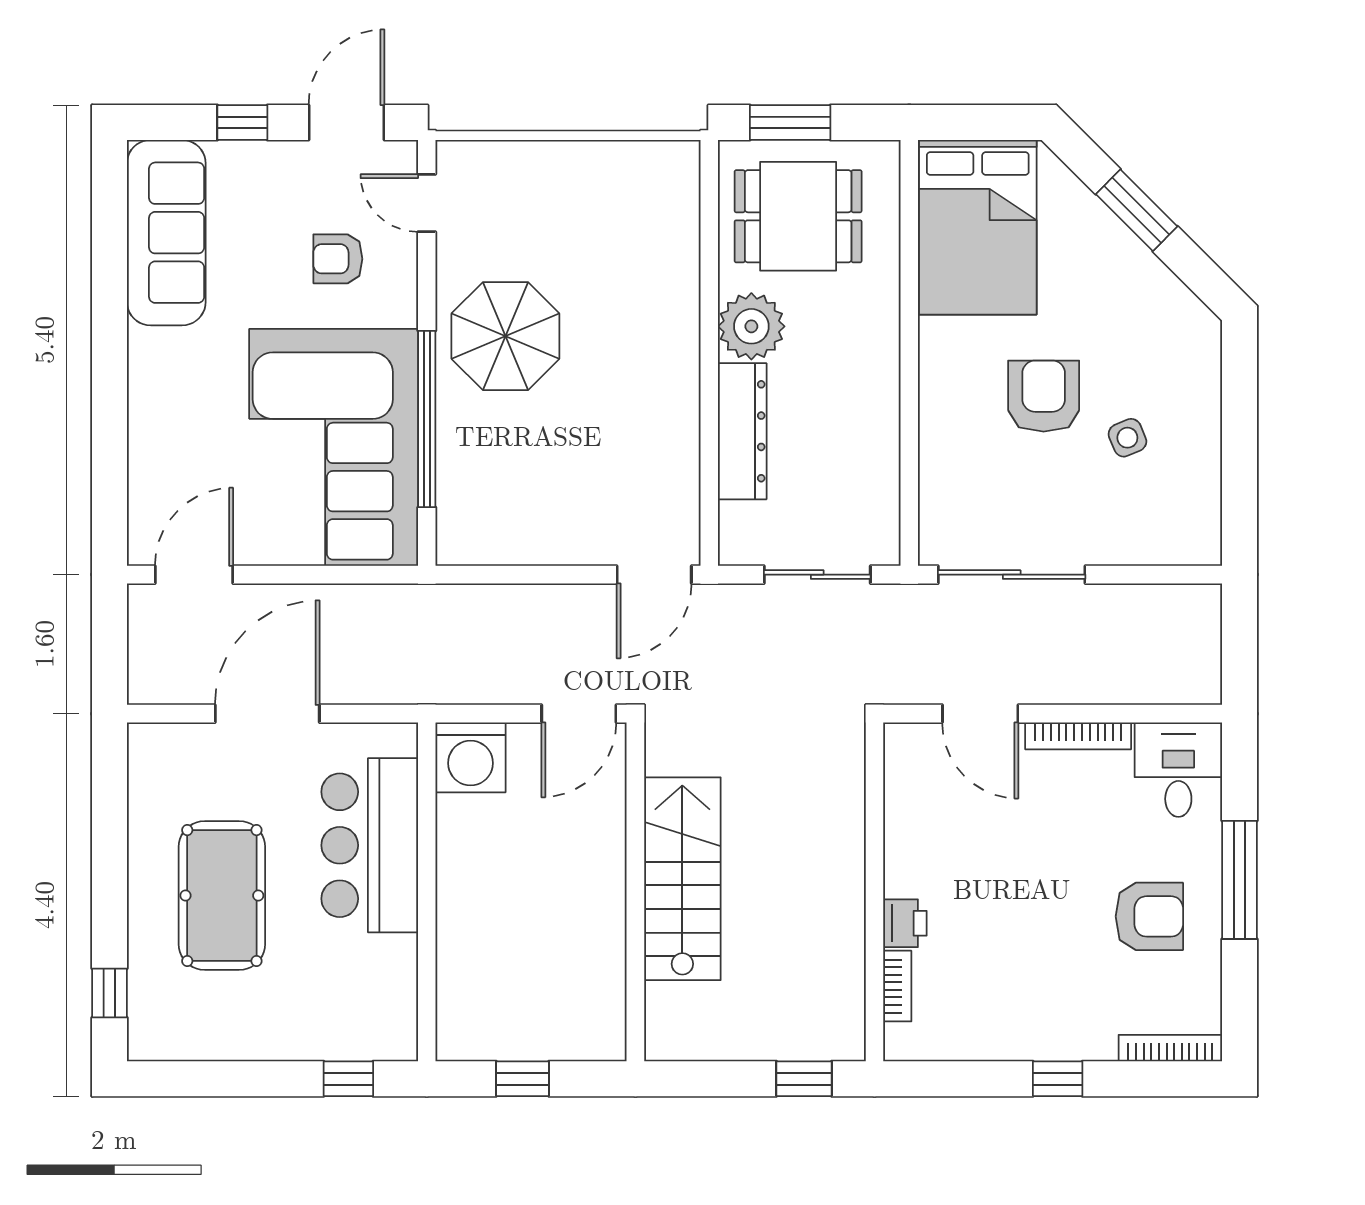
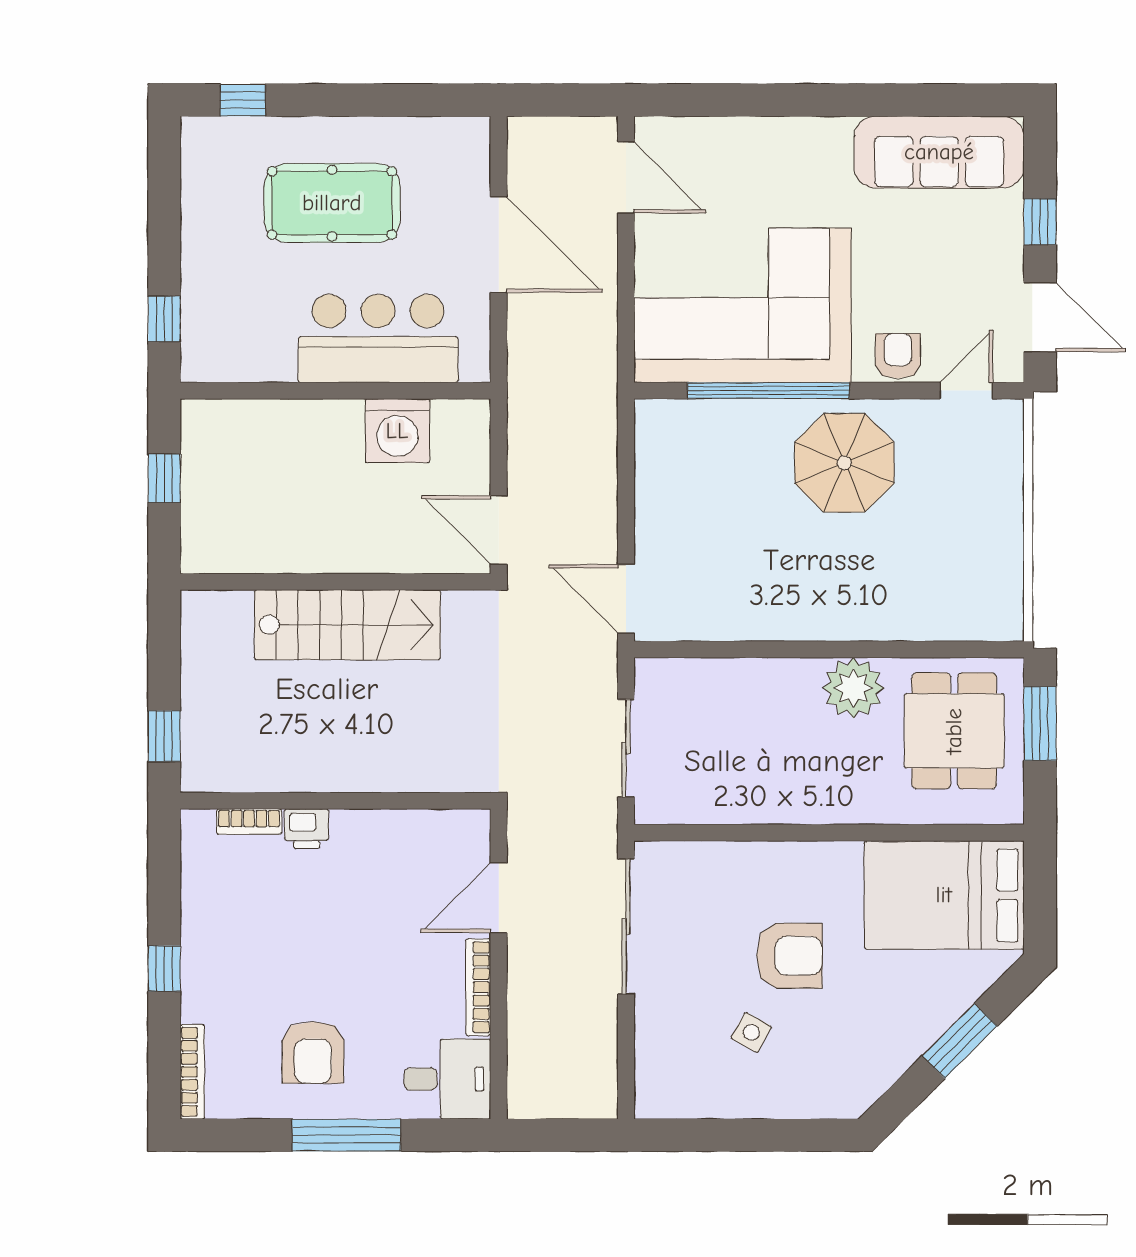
armchair: (338, 259) -> (898, 356), moved
dresser: (742, 431) -> (757, 680), removed
side table: (1127, 438) -> (751, 1032), turned -38
washing machine: (471, 757) -> (397, 431), moved, turned -90

